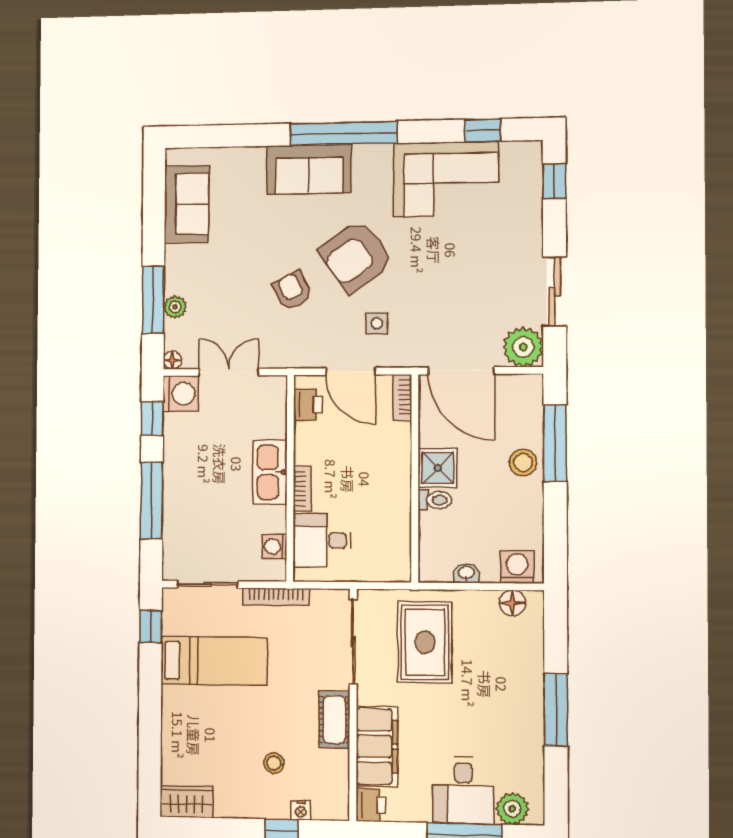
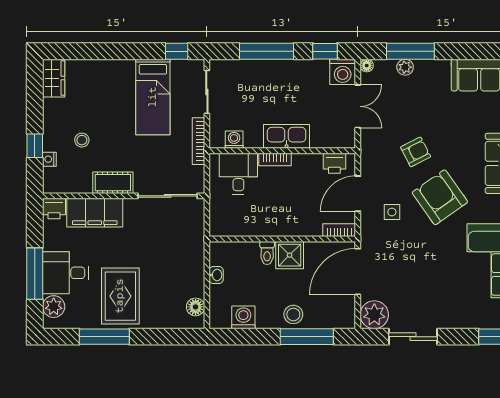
washing machine: (517, 567) -> (243, 317), moved, turned -90
rug: (425, 642) -> (120, 296), moved, turned 90
window: (556, 710) -> (104, 337), moved

